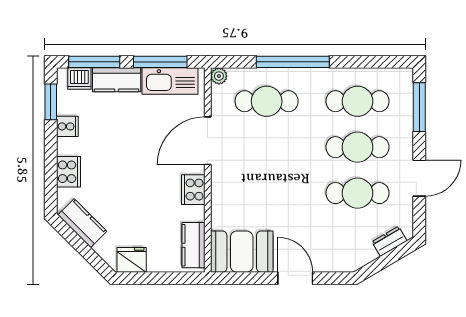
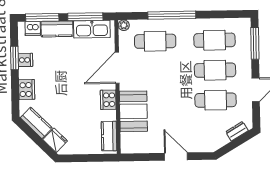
window: (51, 102) -> (14, 58), moved
booth: (242, 252) -> (133, 111), moved, turned 90
fridge: (132, 260) -> (55, 140), moved, turned 45

